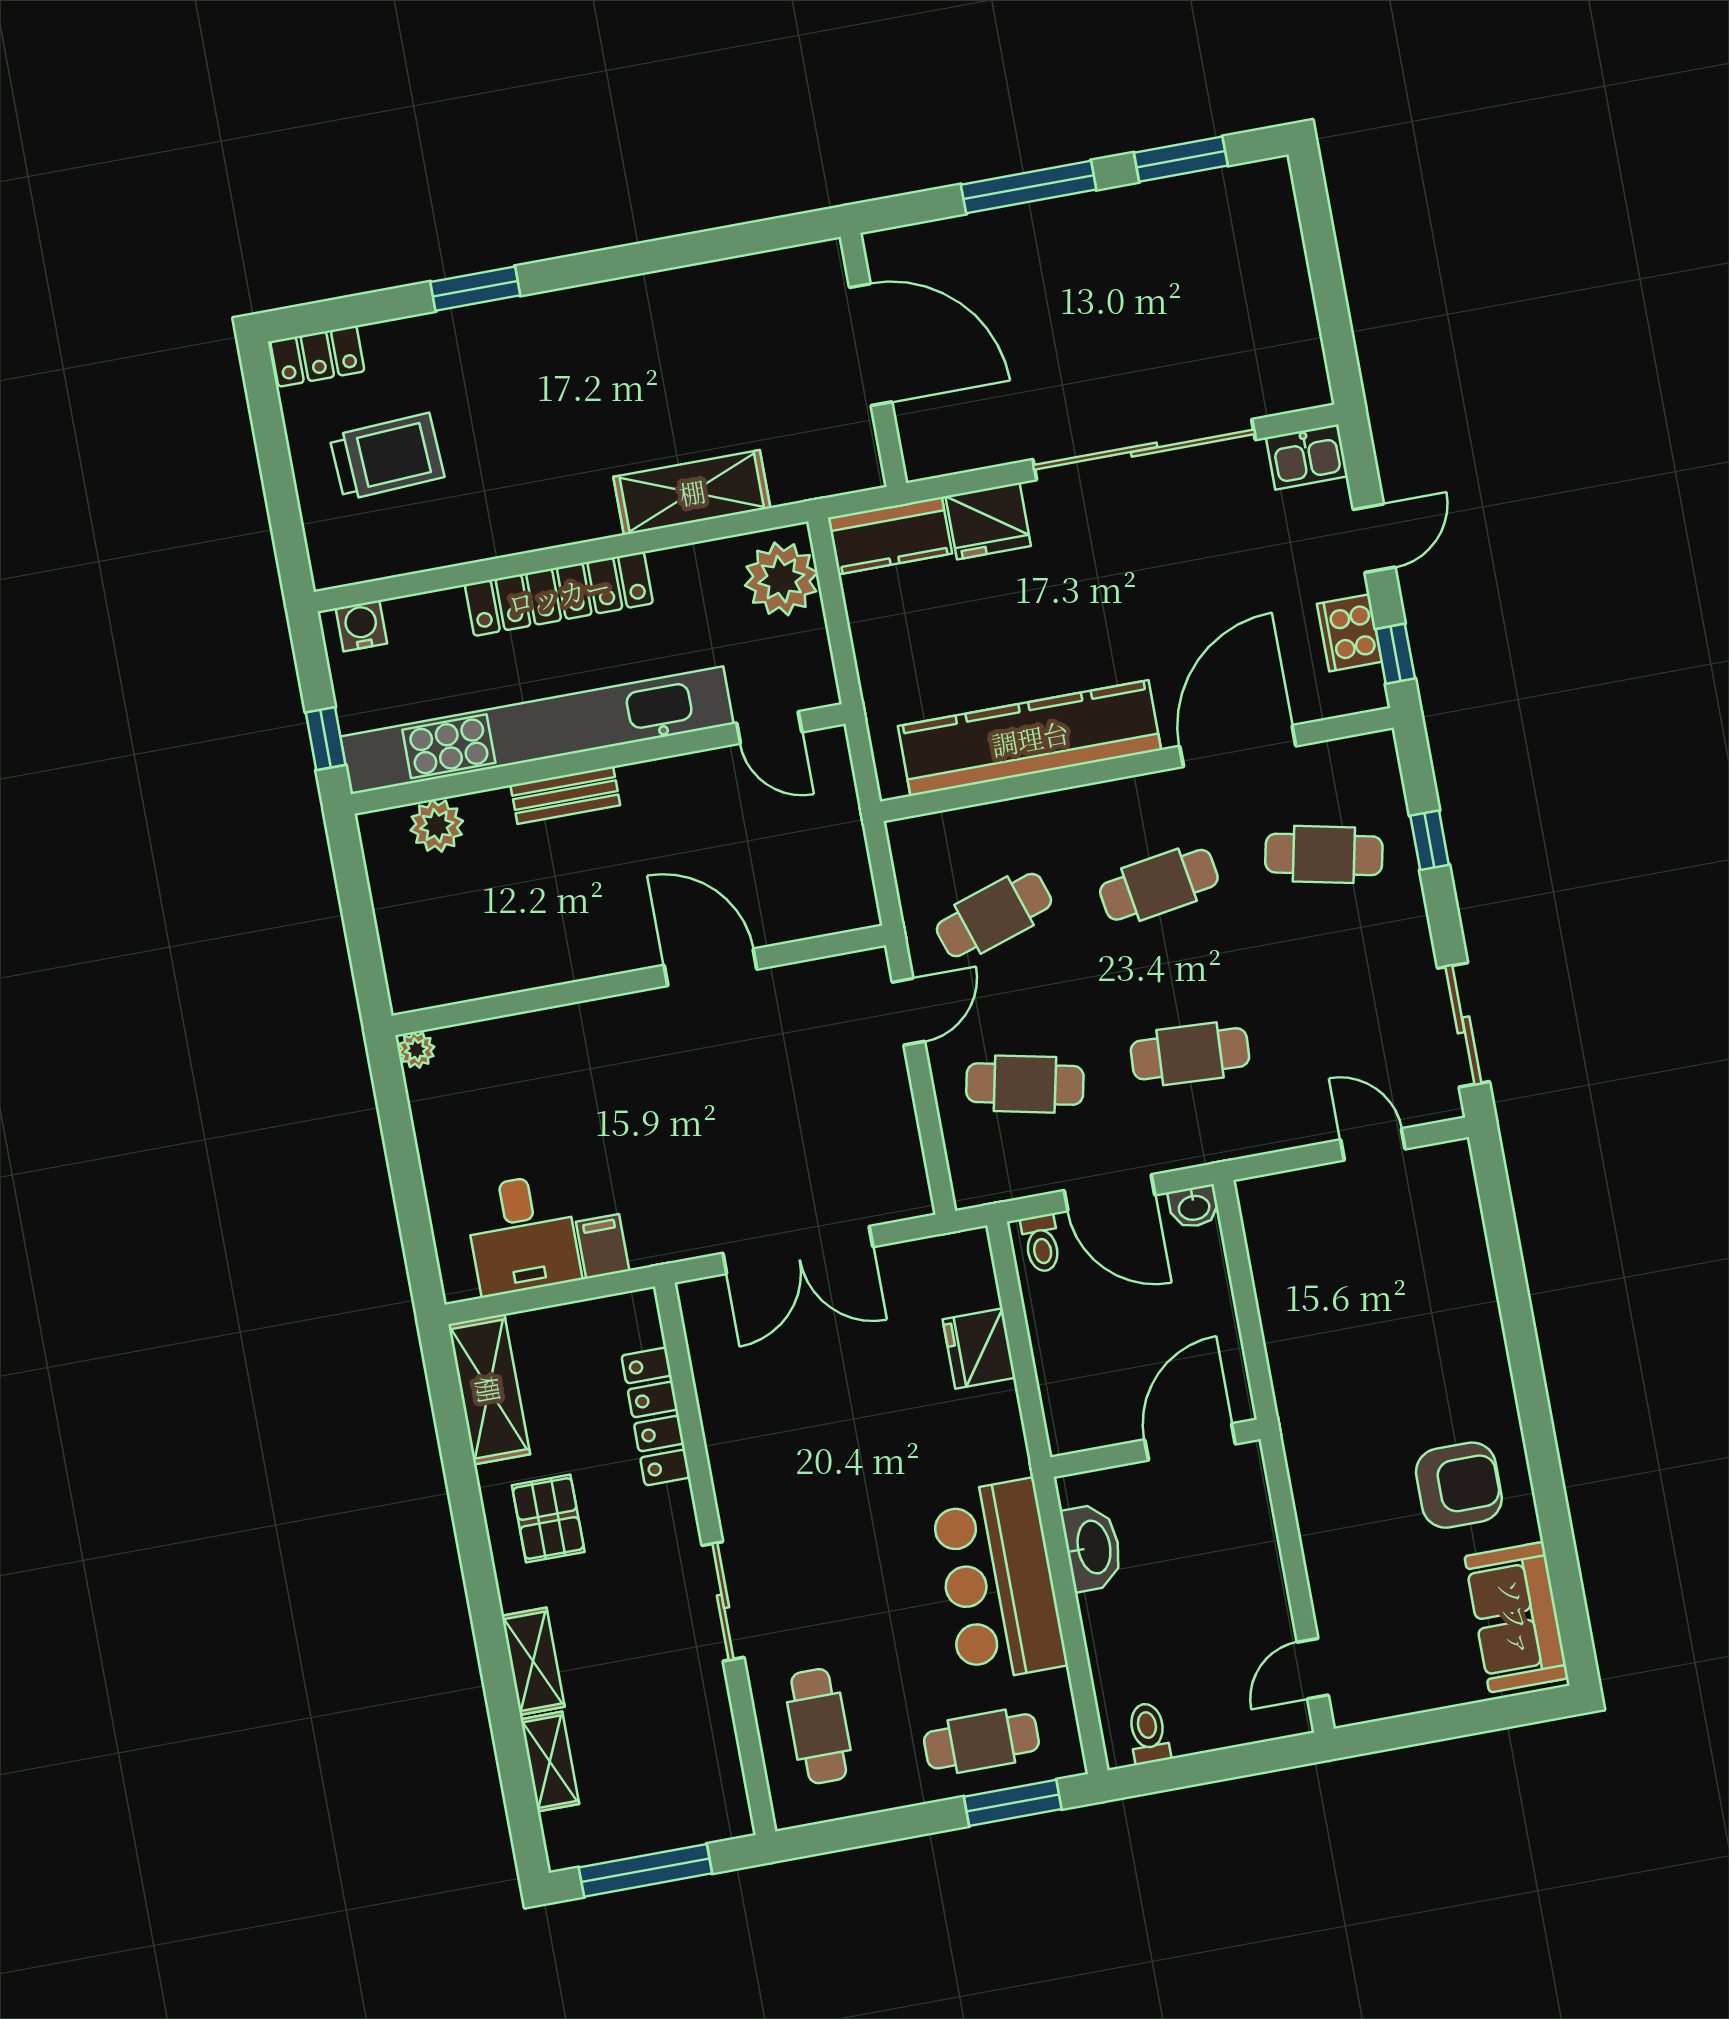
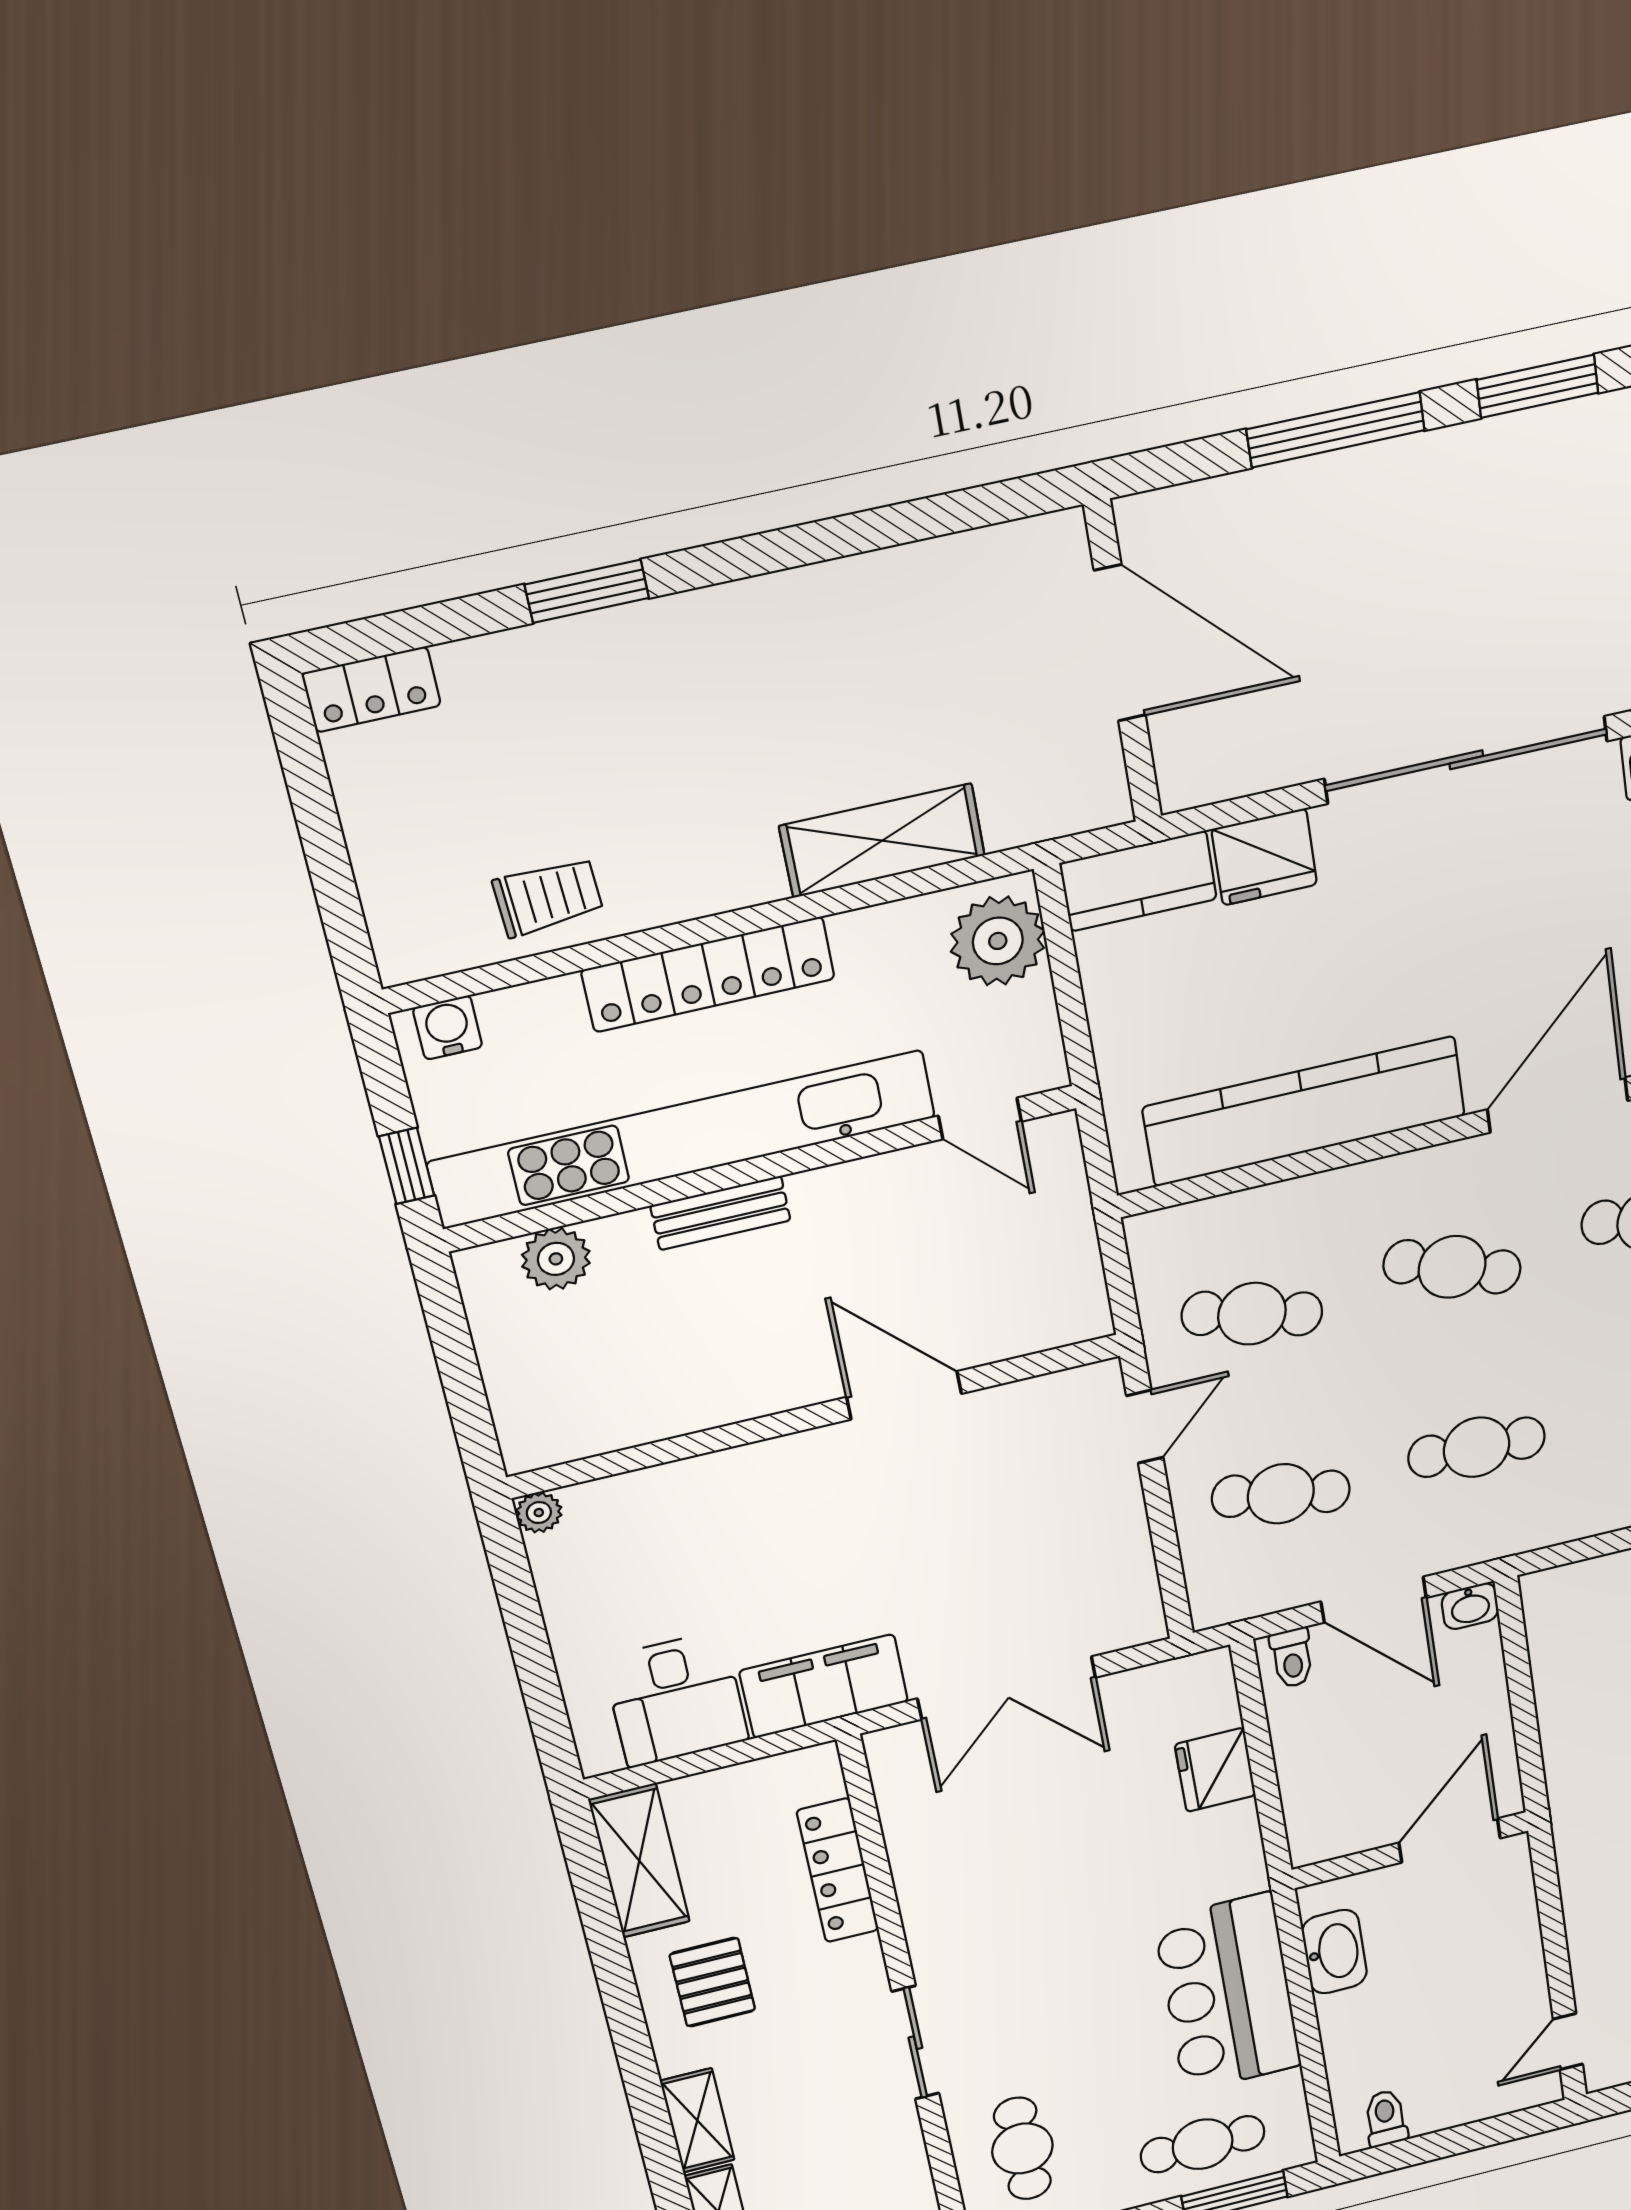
trolley: (387, 457) -> (548, 897), moved, width x0.73, depth x0.72
cafe table: (1159, 885) -> (1452, 1267), turned 30
cafe table: (994, 915) -> (1252, 1314), turned 33
filing cabinet: (603, 1246) -> (824, 1686), width x3.00, depth x1.17

